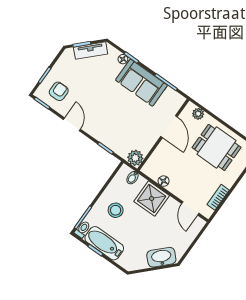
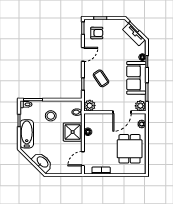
plant: (176, 101) -> (140, 106), added
coffee table: (114, 123) -> (101, 78), added
bathtub: (104, 243) -> (27, 134), moved

